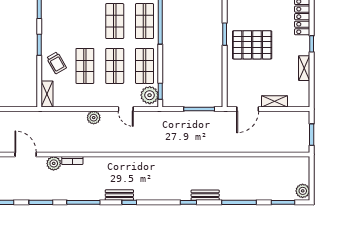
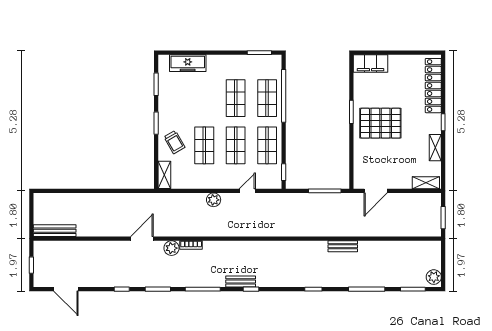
plant: (150, 95) -> (272, 176), removed
shelving: (274, 101) -> (426, 183), moved
door: (126, 109) -> (247, 191), swing flipped
door: (26, 154) -> (142, 239), hinge flipped
bench: (205, 195) -> (343, 246), moved

